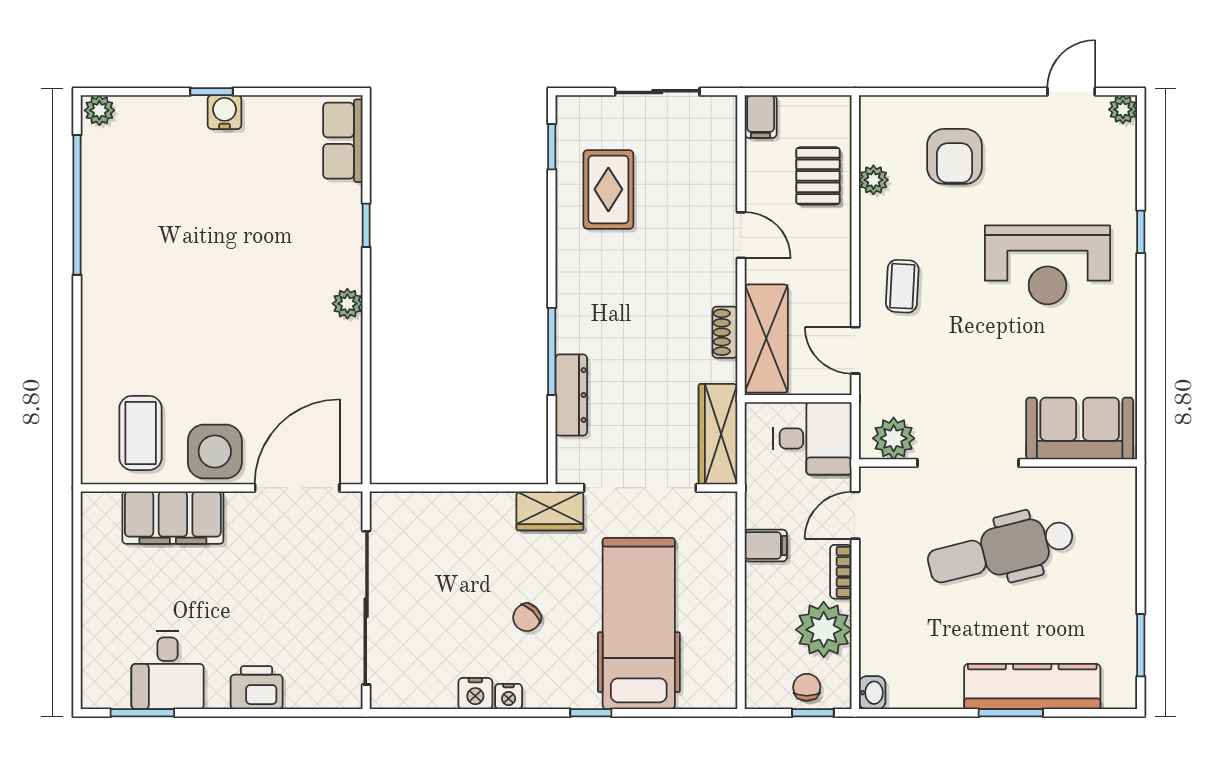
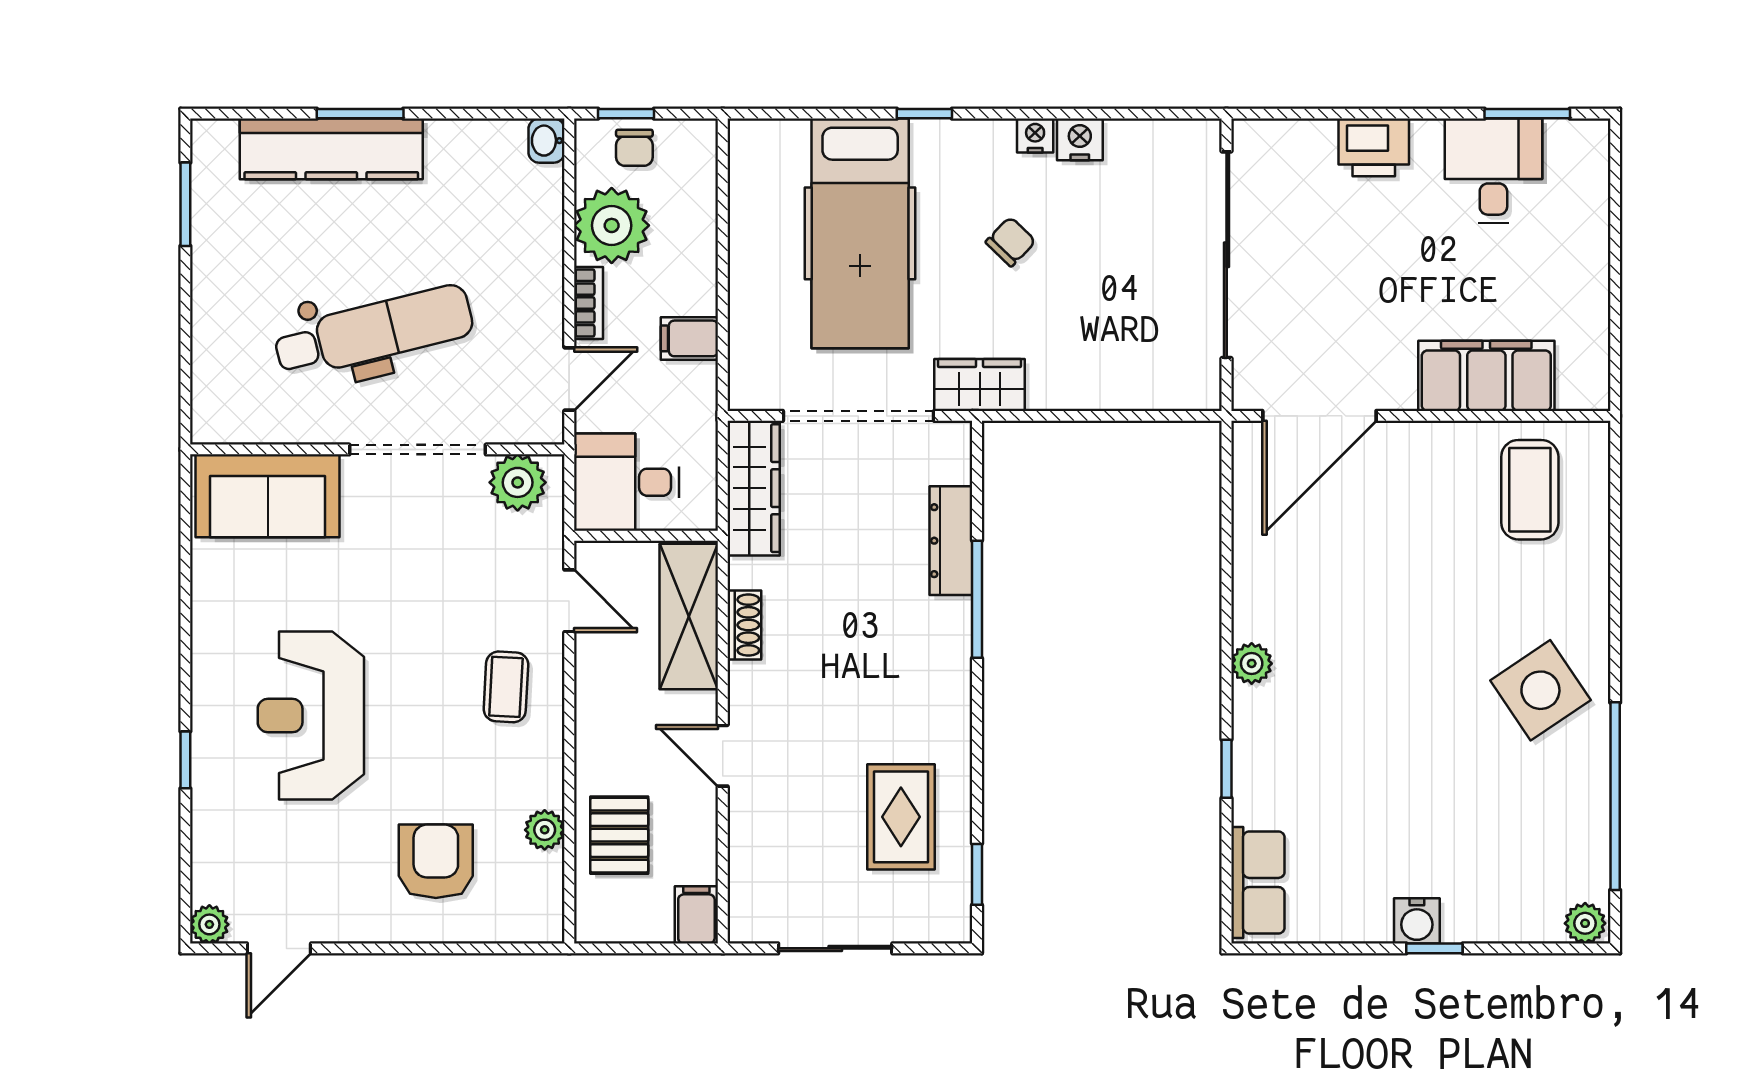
reception desk: (1047, 265) -> (311, 716), turned -90
side table: (215, 451) -> (1540, 690), moved, turned -34

